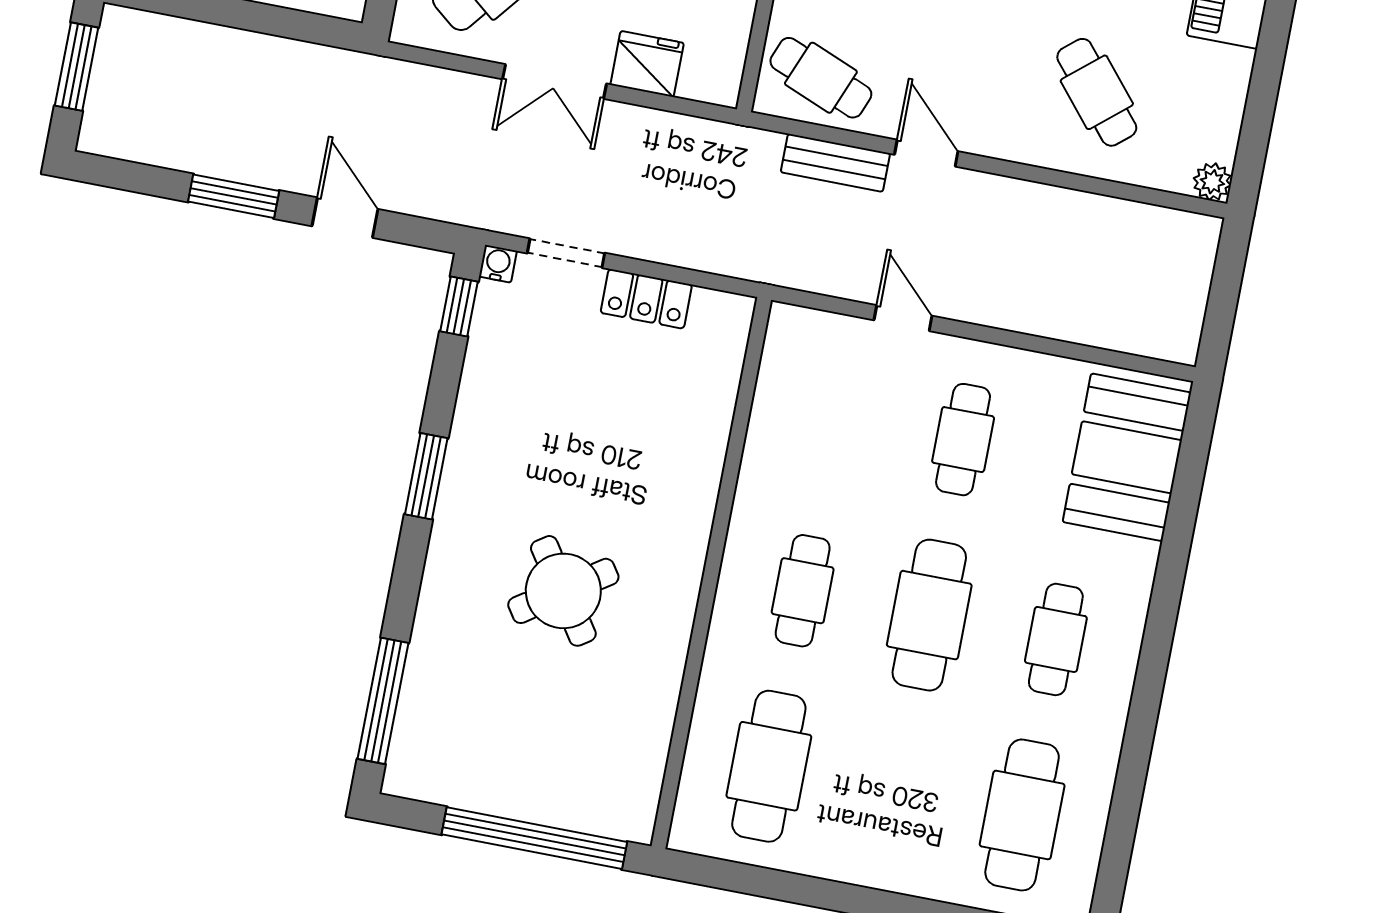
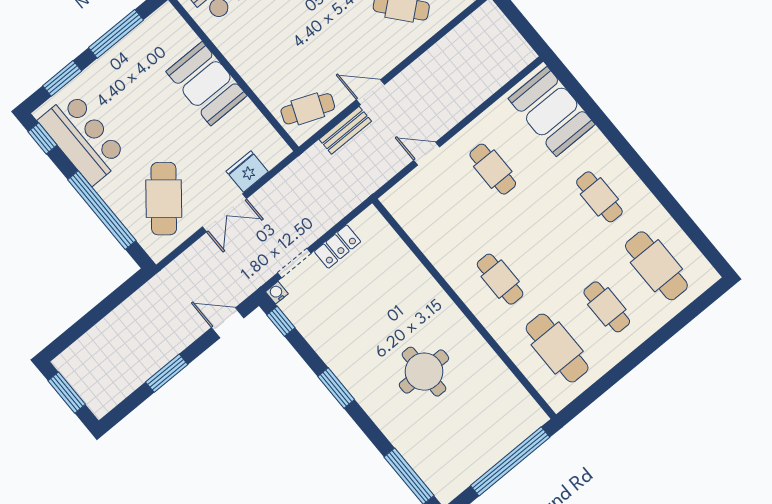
door: (345, 218) -> (228, 323), moved
round table: (563, 591) -> (424, 372), turned 34
cafe table: (929, 615) -> (607, 307), moved, width x0.73, depth x0.74

